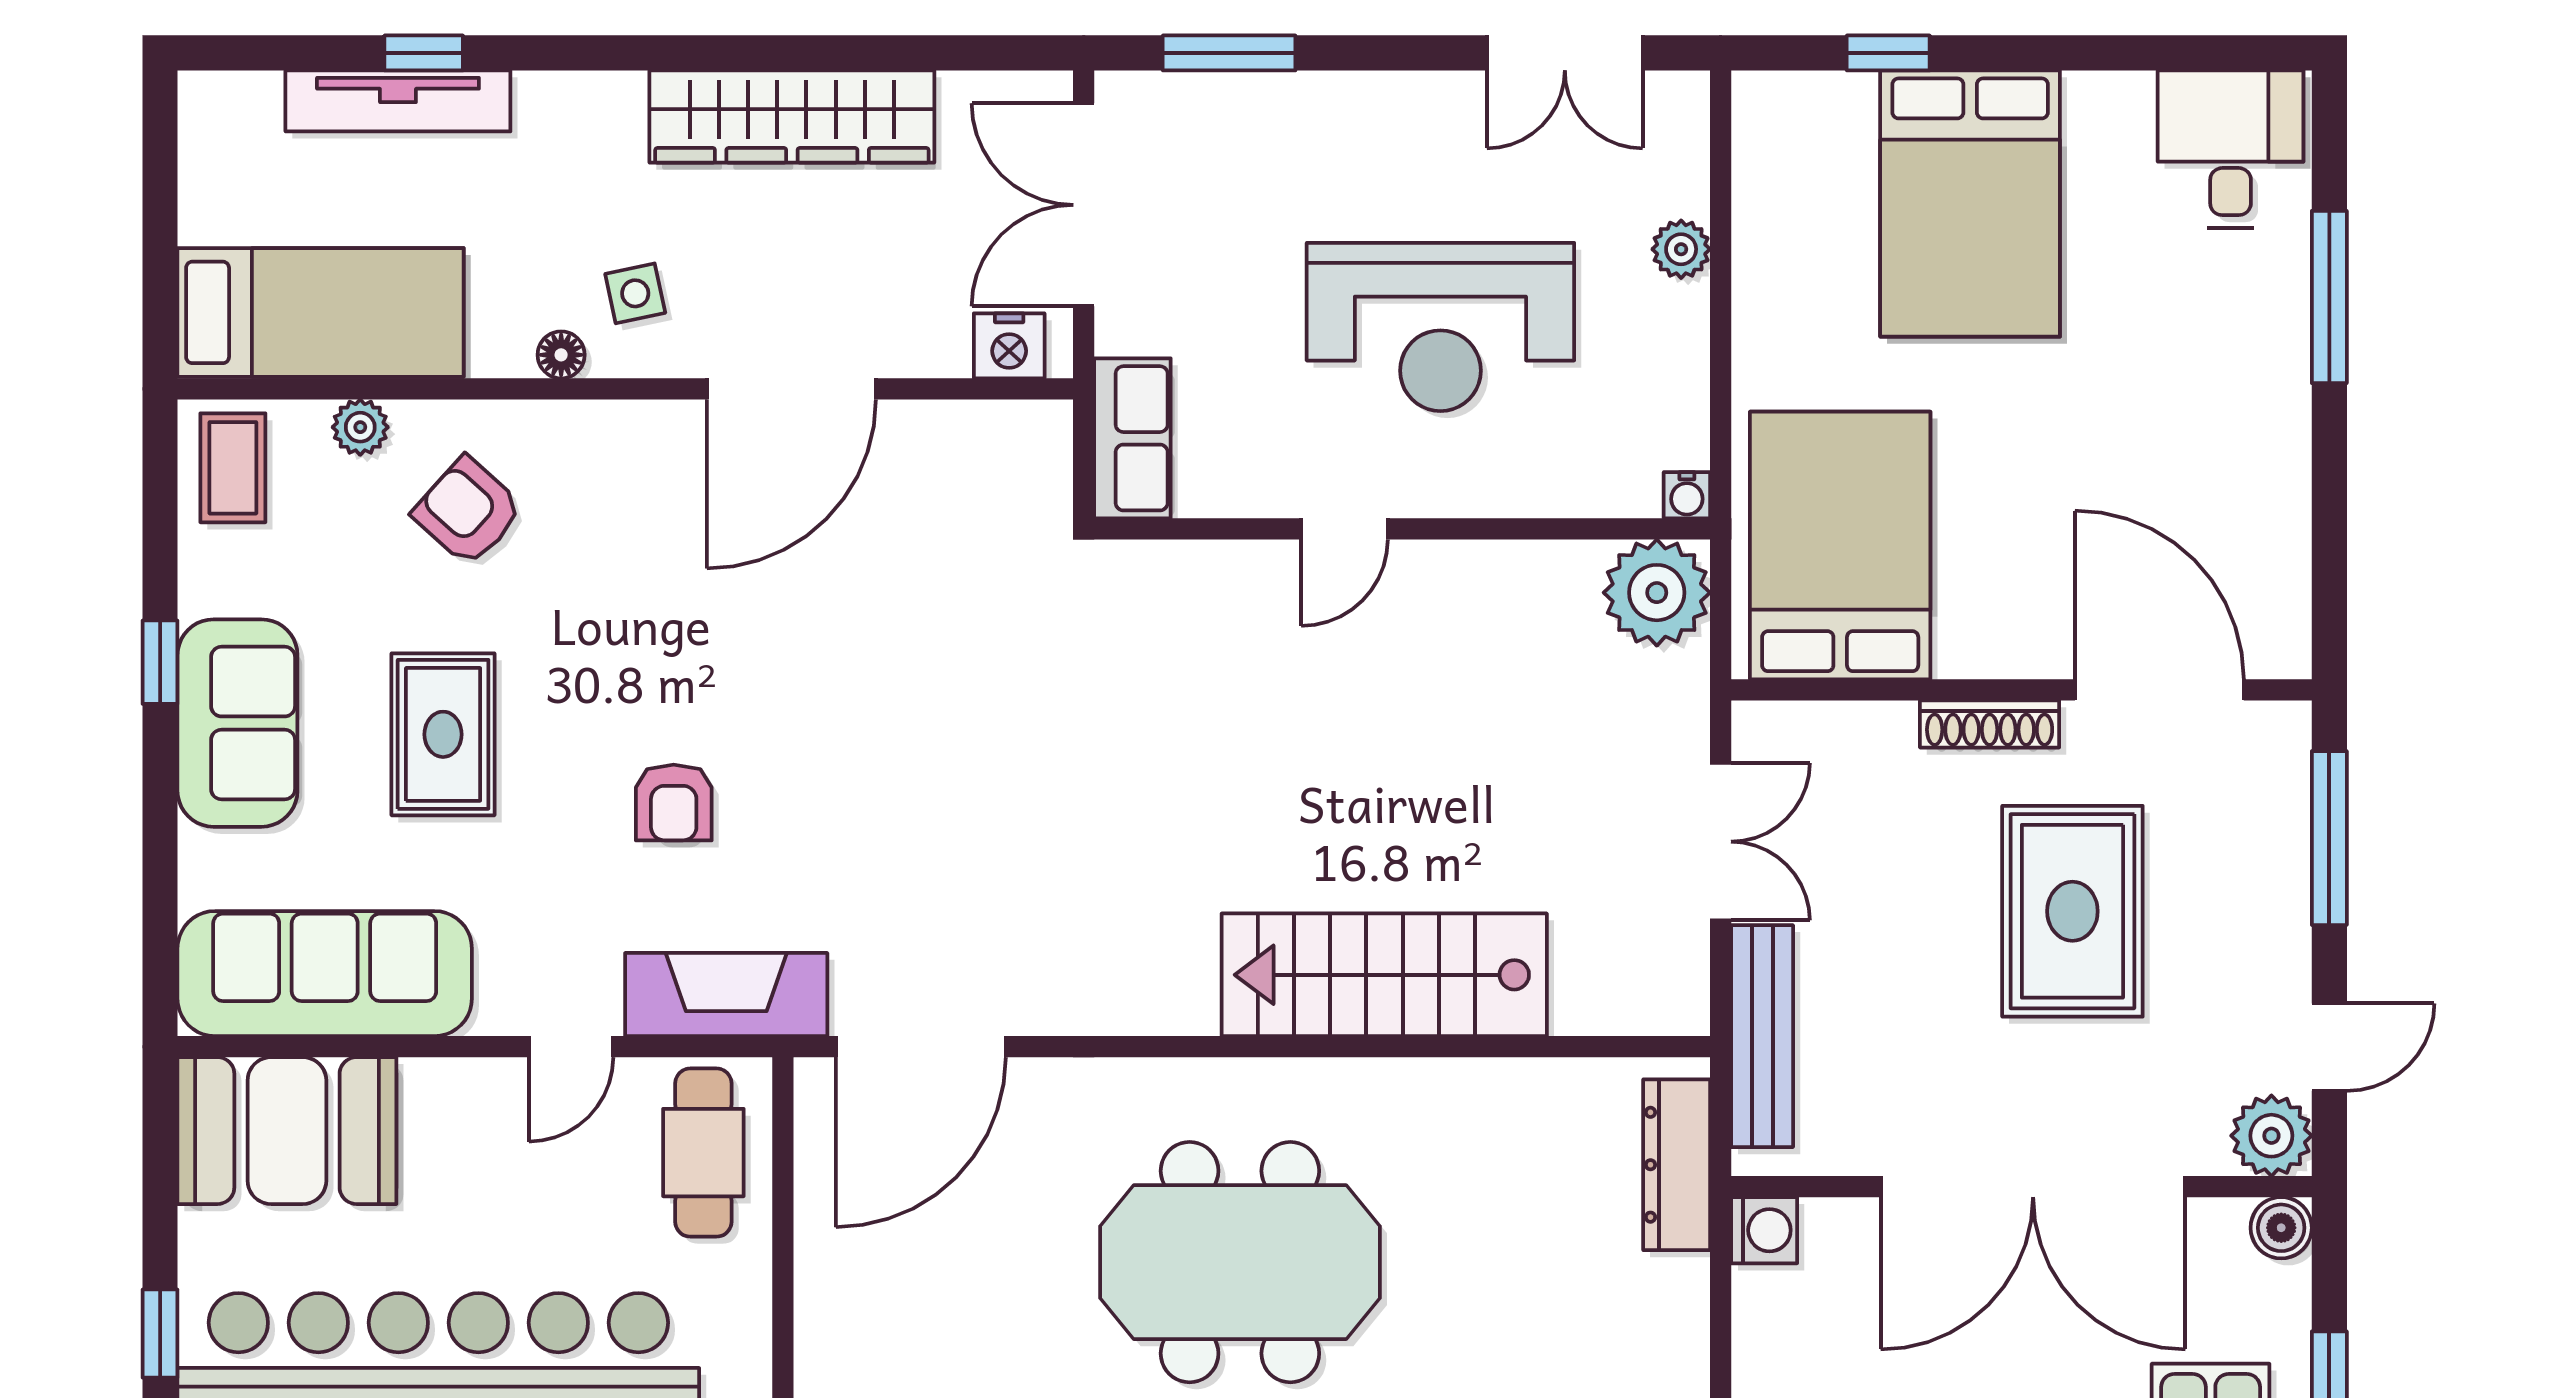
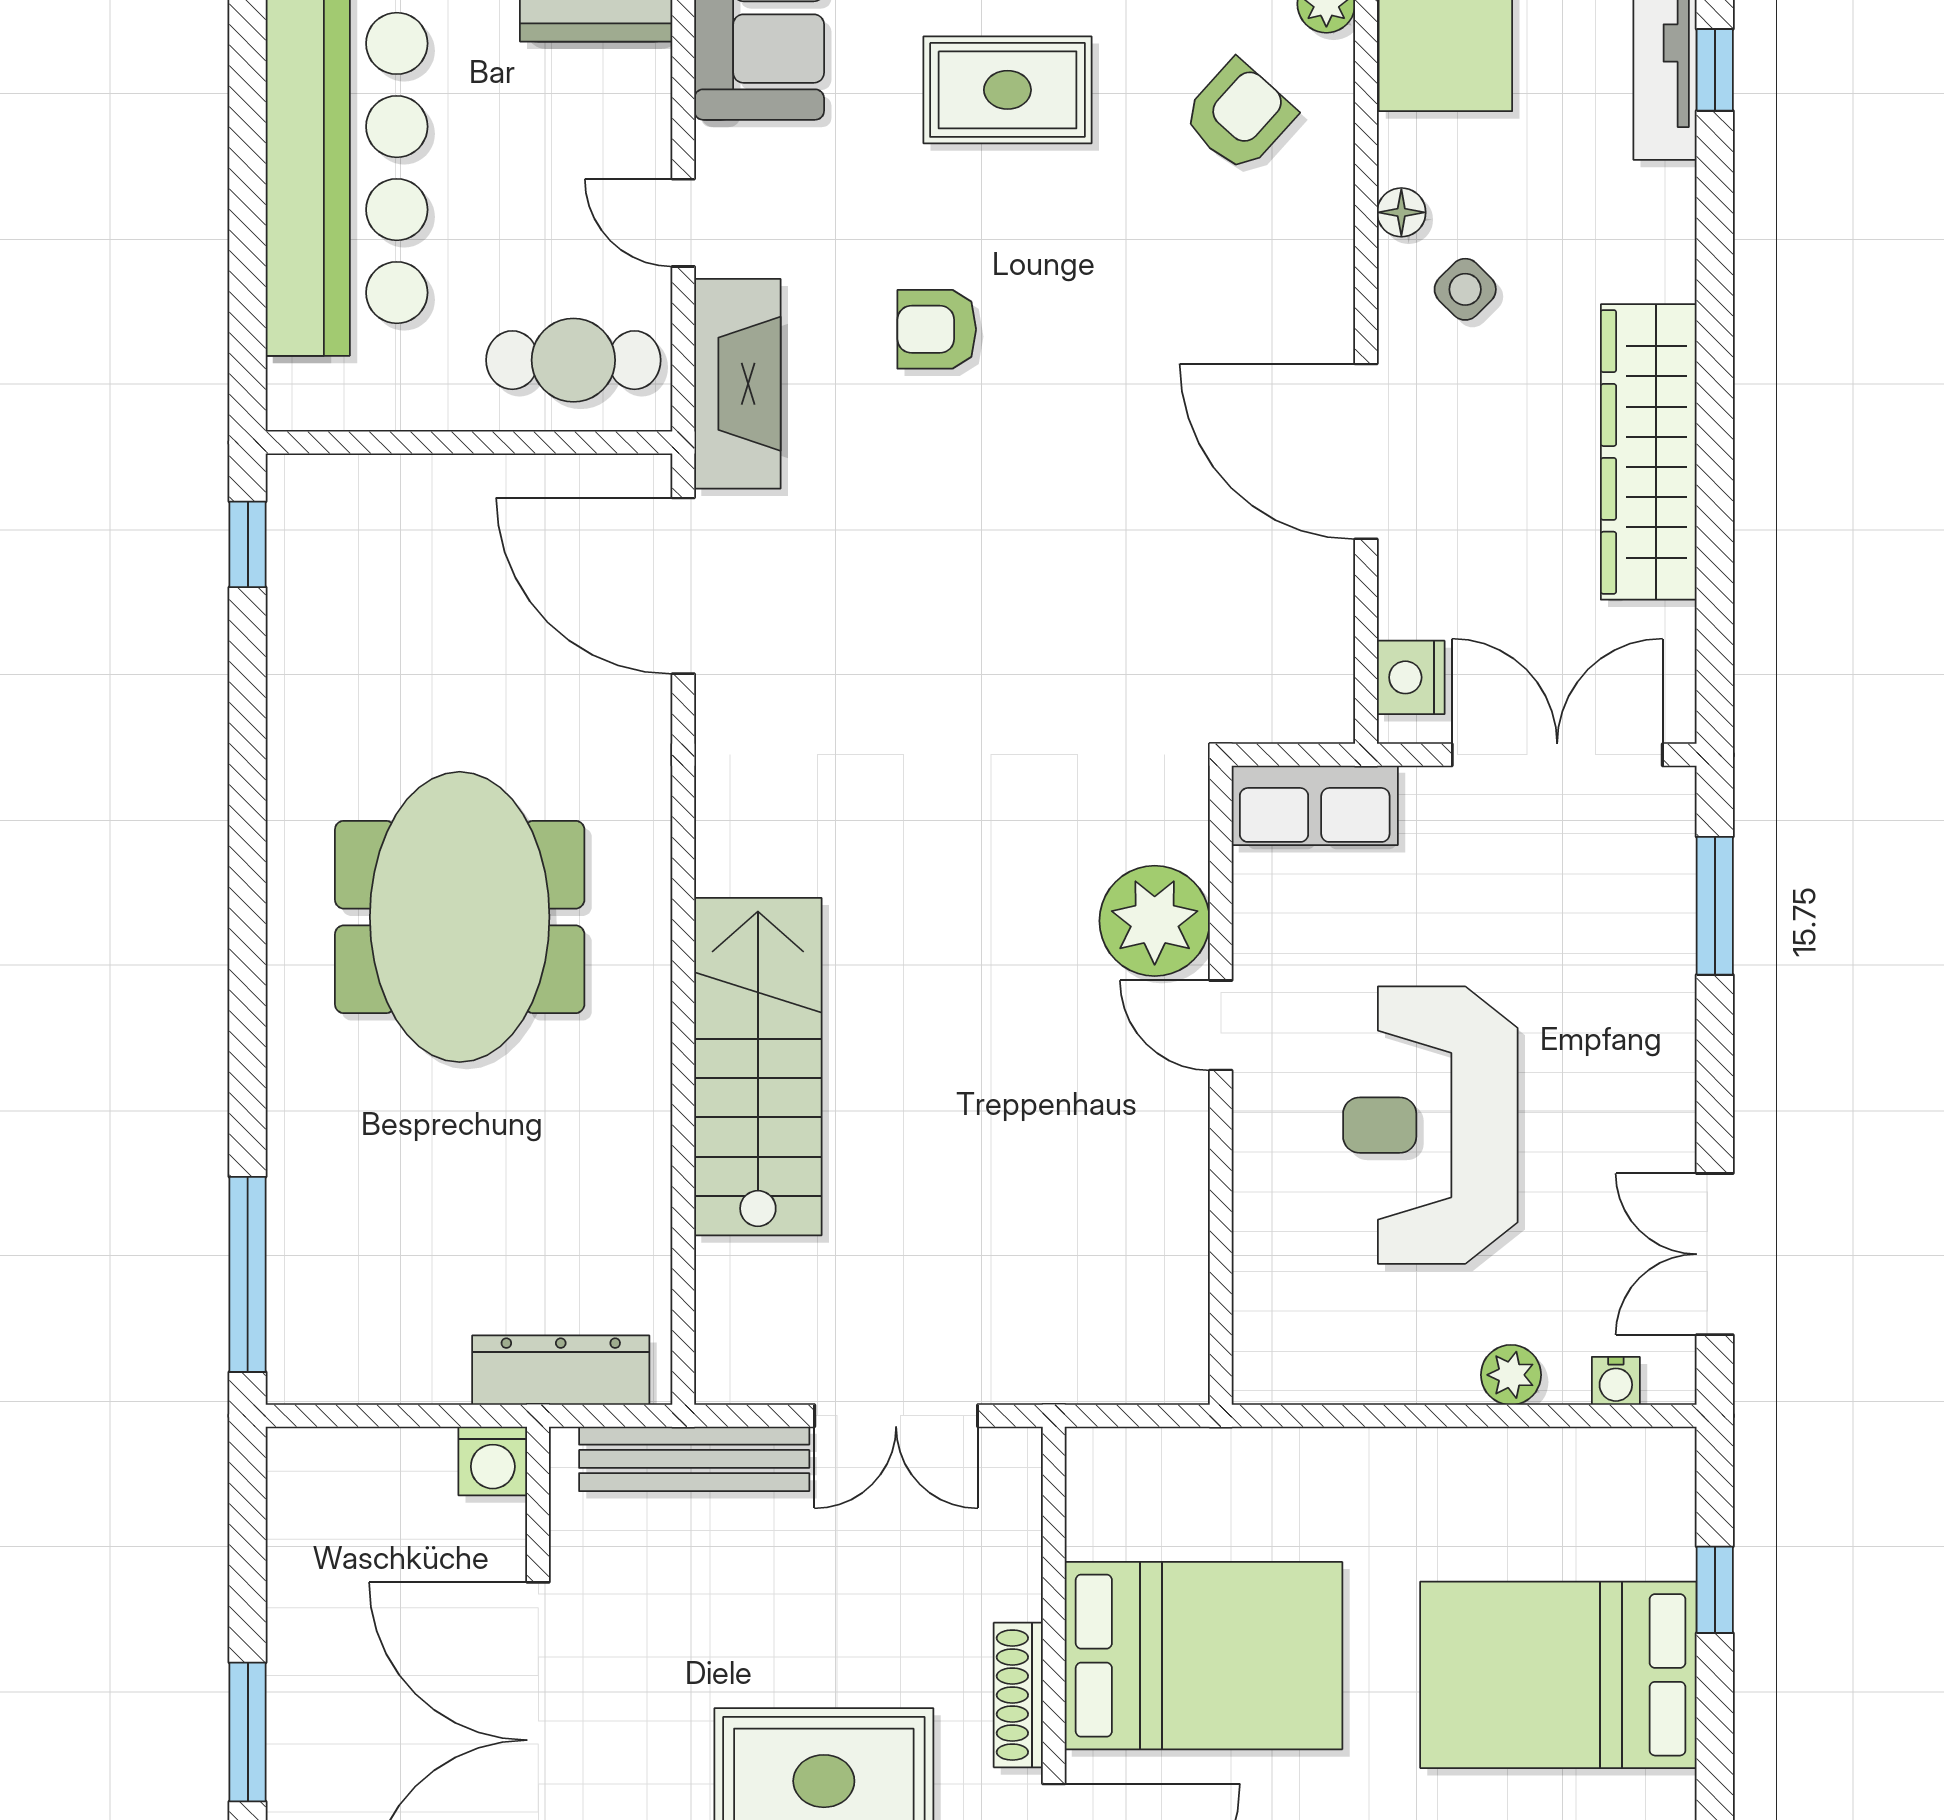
side table: (635, 293) -> (1465, 289), turned -33
water cooler: (1687, 495) -> (1616, 1381), moved, turned -90
bed: (1840, 545) -> (1203, 1656), moved
plant: (1657, 593) -> (1155, 921), moved

